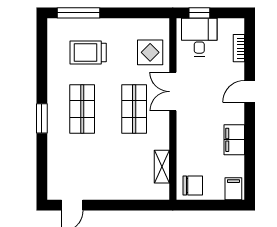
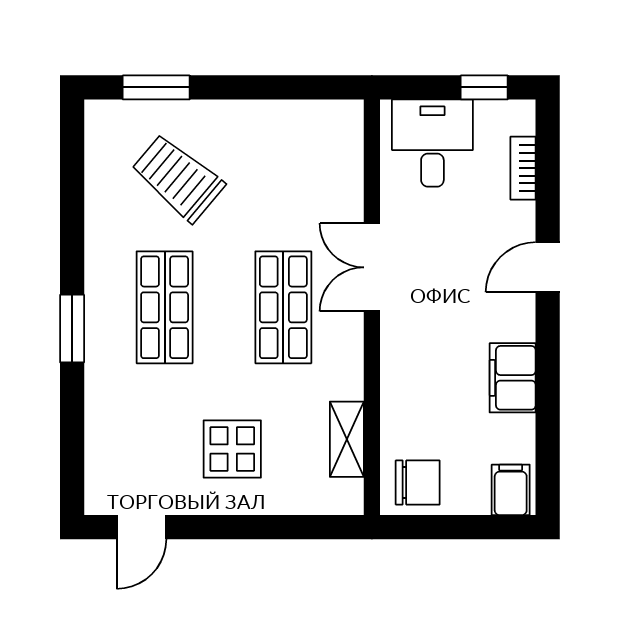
window: (79, 13) -> (156, 87), width x0.69
window: (199, 13) -> (484, 87), moved
trolley: (88, 52) -> (178, 178), turned 40
display table: (150, 52) -> (232, 449), moved

